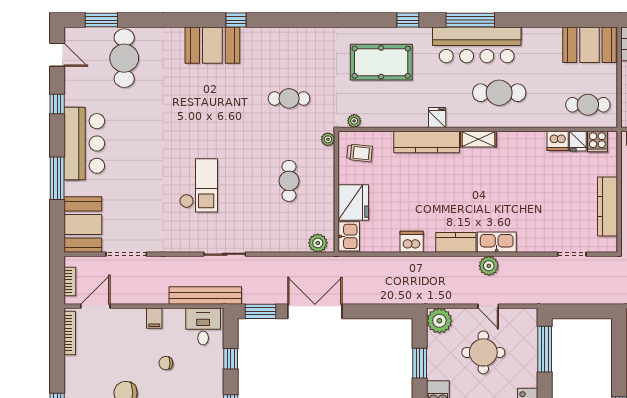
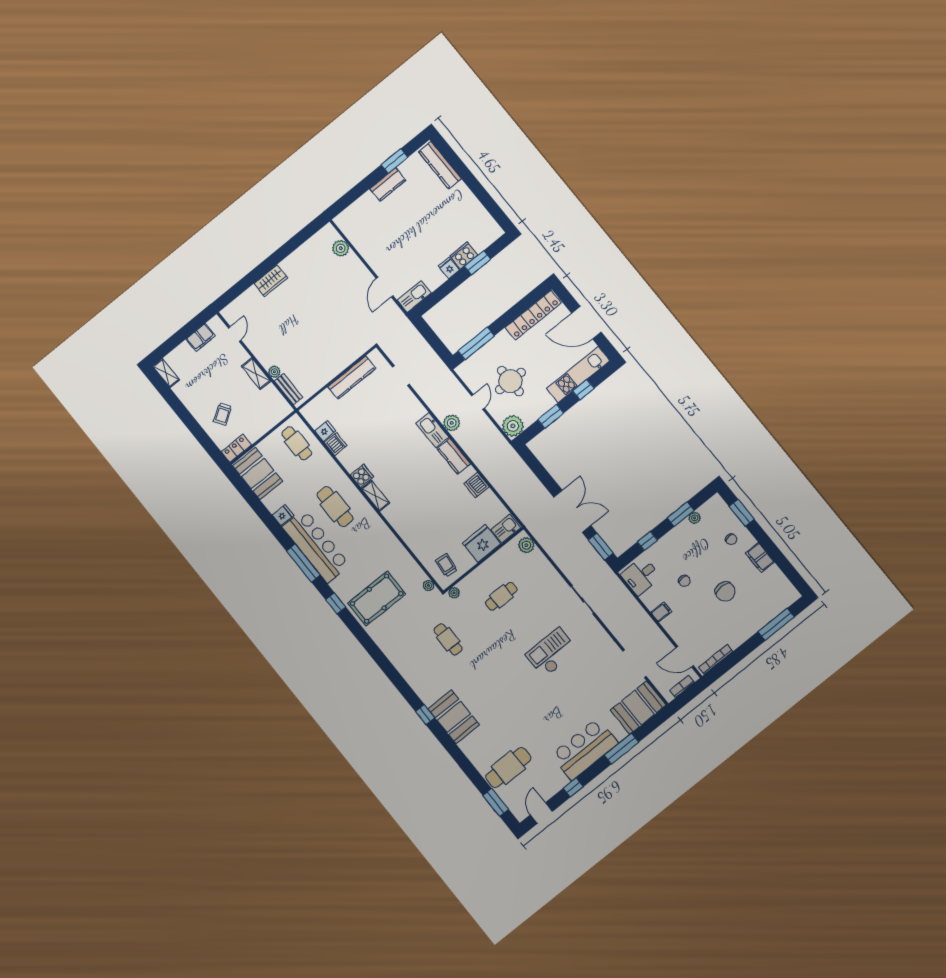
pool table: (381, 62) -> (377, 599), turned 90
fridge: (437, 117) -> (283, 515), moved, turned 180
cooker: (597, 141) -> (362, 476), moved
kitchen counter: (427, 142) -> (404, 528), removed
bench: (205, 295) -> (620, 591), removed
double door: (315, 311) -> (572, 511), swing flipped

